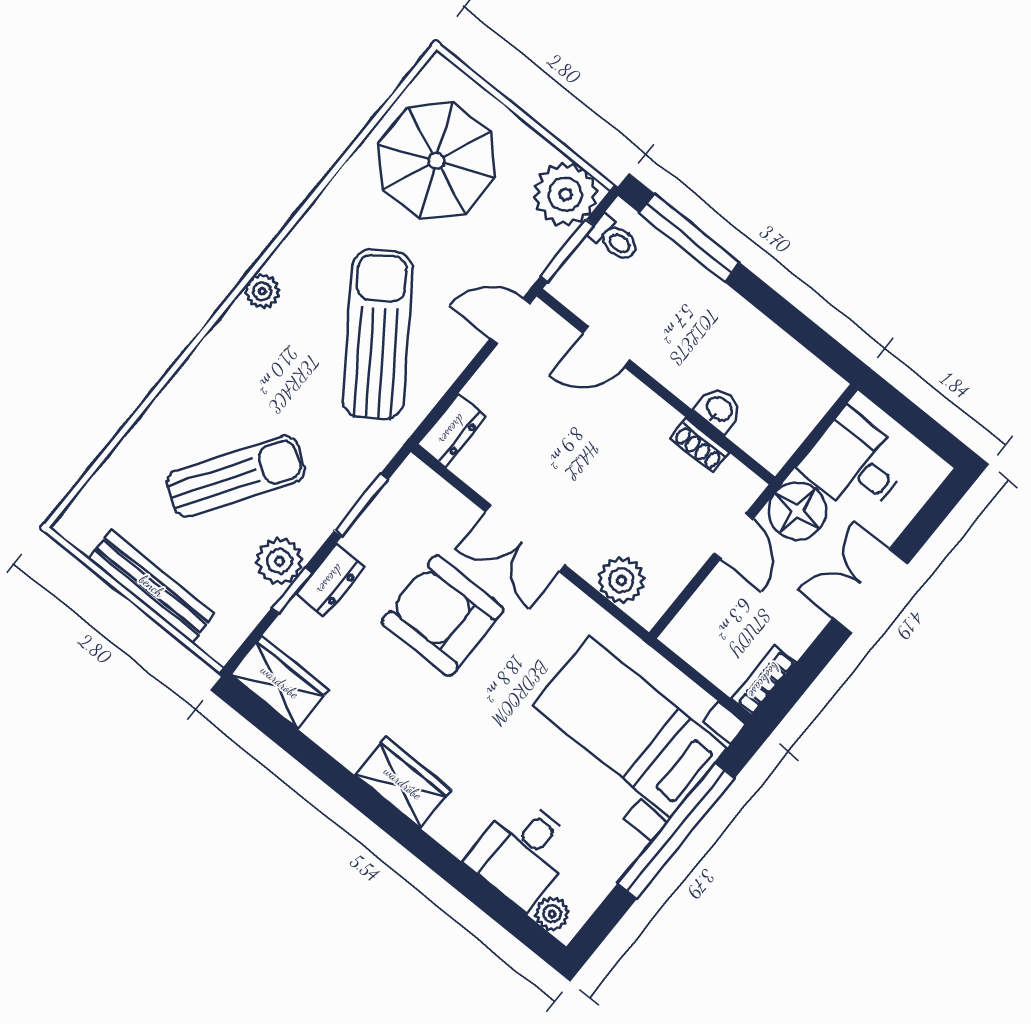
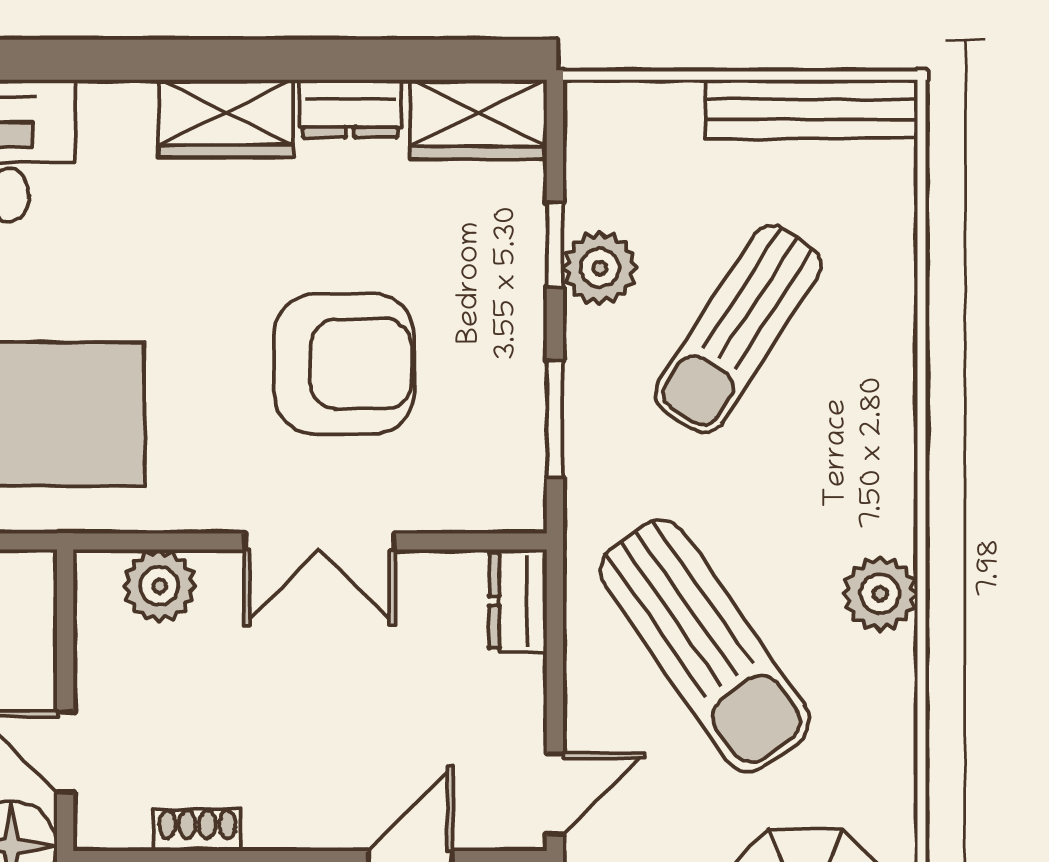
plant: (262, 291) -> (880, 594), width x1.38, depth x1.38
double door: (525, 538) -> (320, 541), swing flipped
dresser: (330, 580) -> (350, 109), moved, turned -90
bench: (152, 586) -> (811, 109), moved

